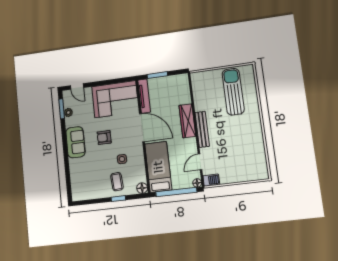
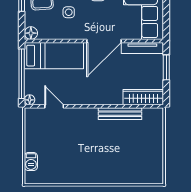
sun lounger: (233, 92) -> (133, 156), removed
wardrobe: (187, 121) -> (143, 97), moved
bench: (202, 129) -> (120, 114), moved
barbecue: (211, 180) -> (31, 162), moved

